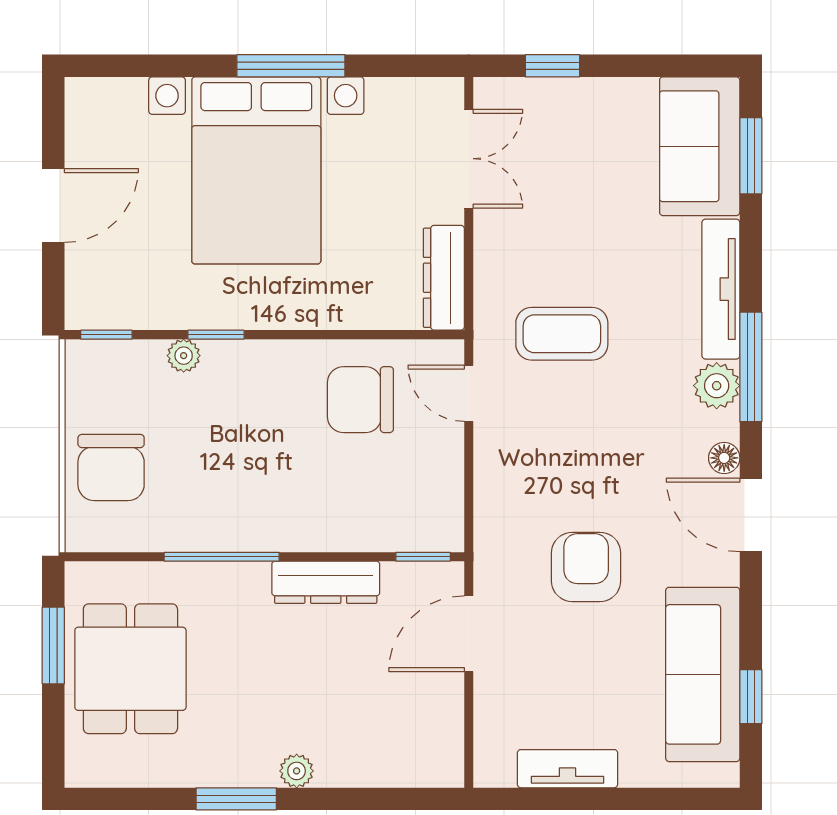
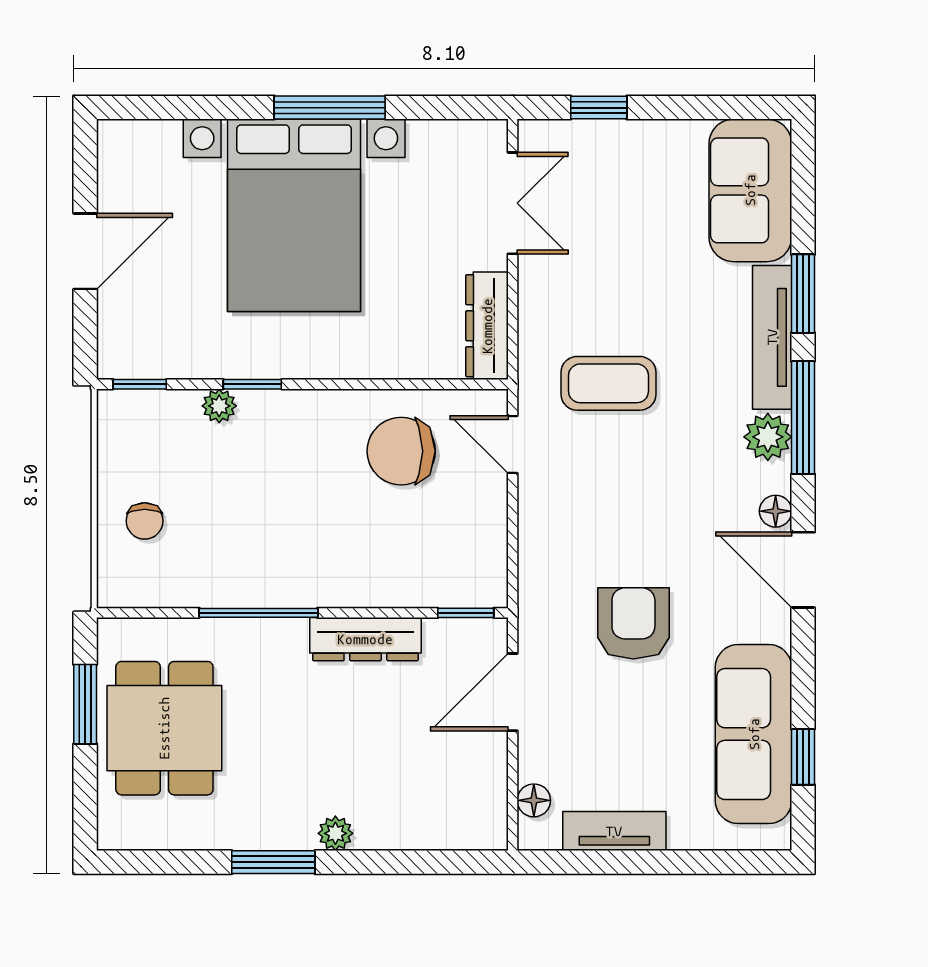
window: (751, 156) -> (803, 294), moved
chair: (111, 467) -> (145, 521), width x0.54, depth x0.54
floor lamp: (489, 739) -> (534, 800), added

